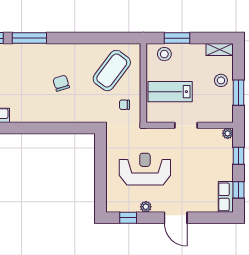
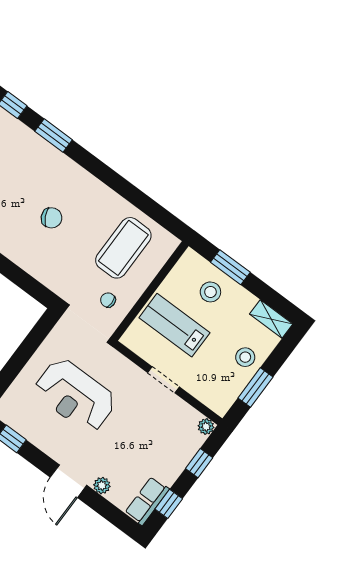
window: (29, 38) -> (54, 135), width x0.69
stool: (164, 54) -> (210, 292), moved
coffee table: (112, 71) -> (123, 248), turned -37
chair: (61, 83) -> (52, 218), turned 80
reception desk: (145, 169) -> (75, 395), turned 180
plant: (146, 207) -> (102, 486), moved

